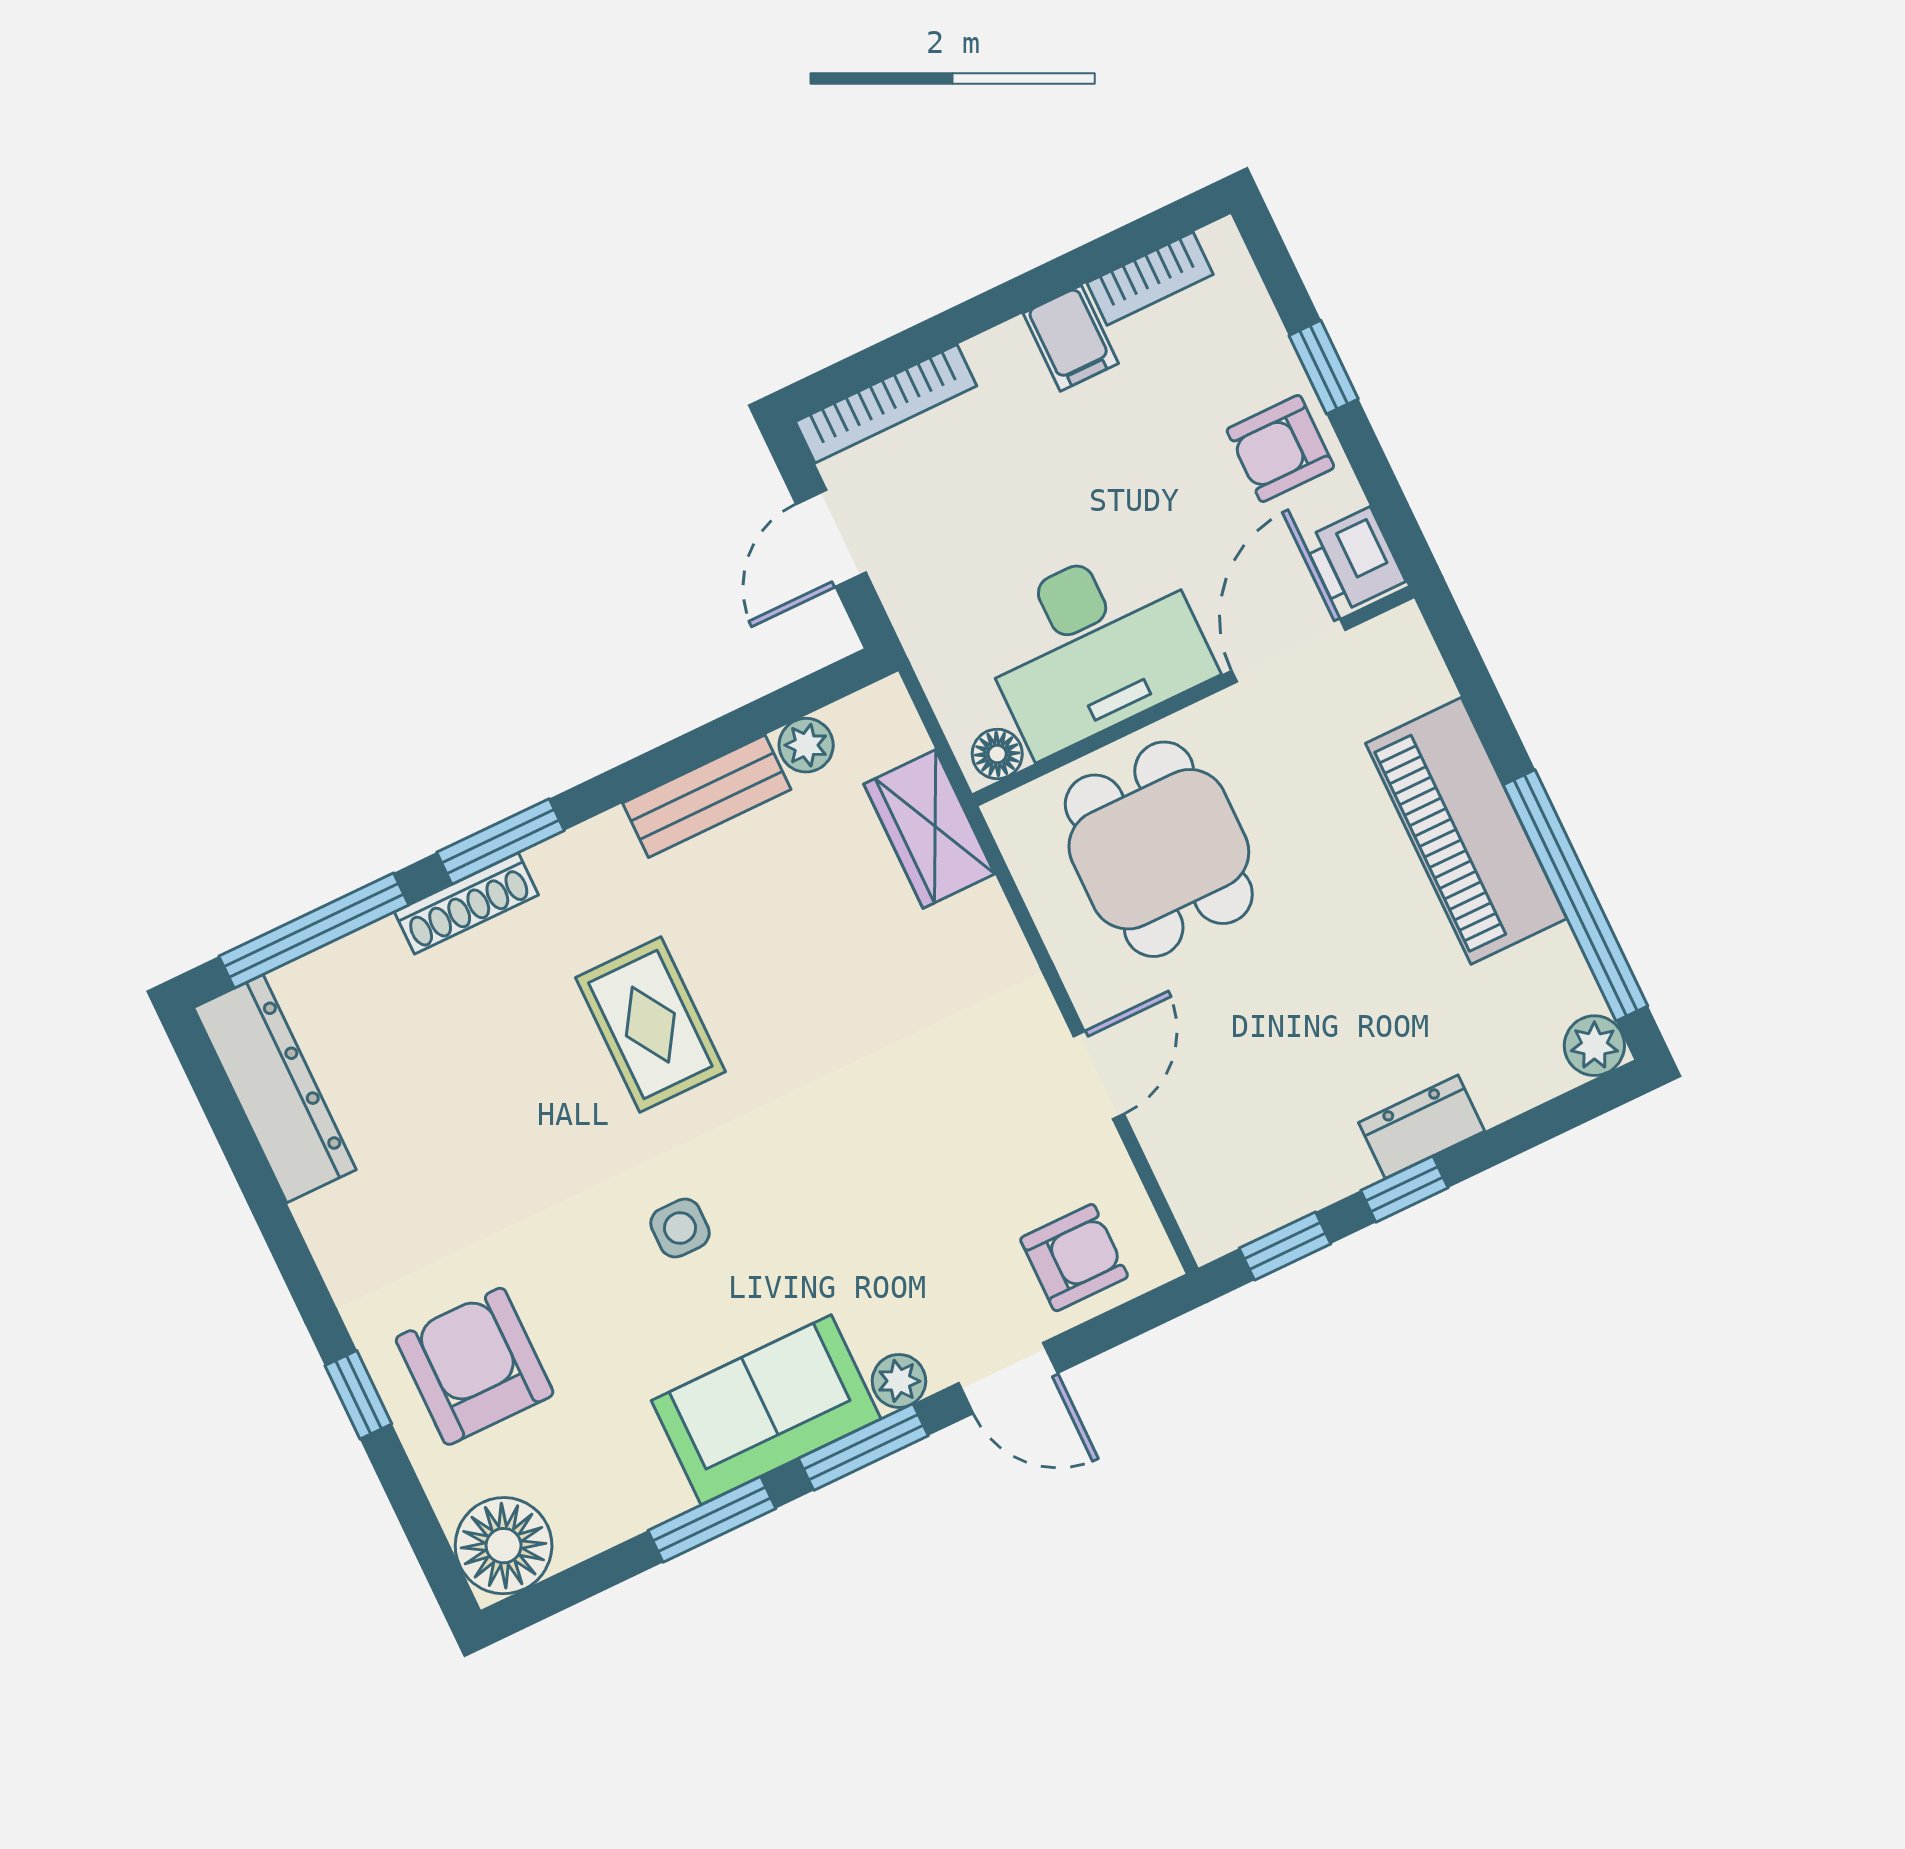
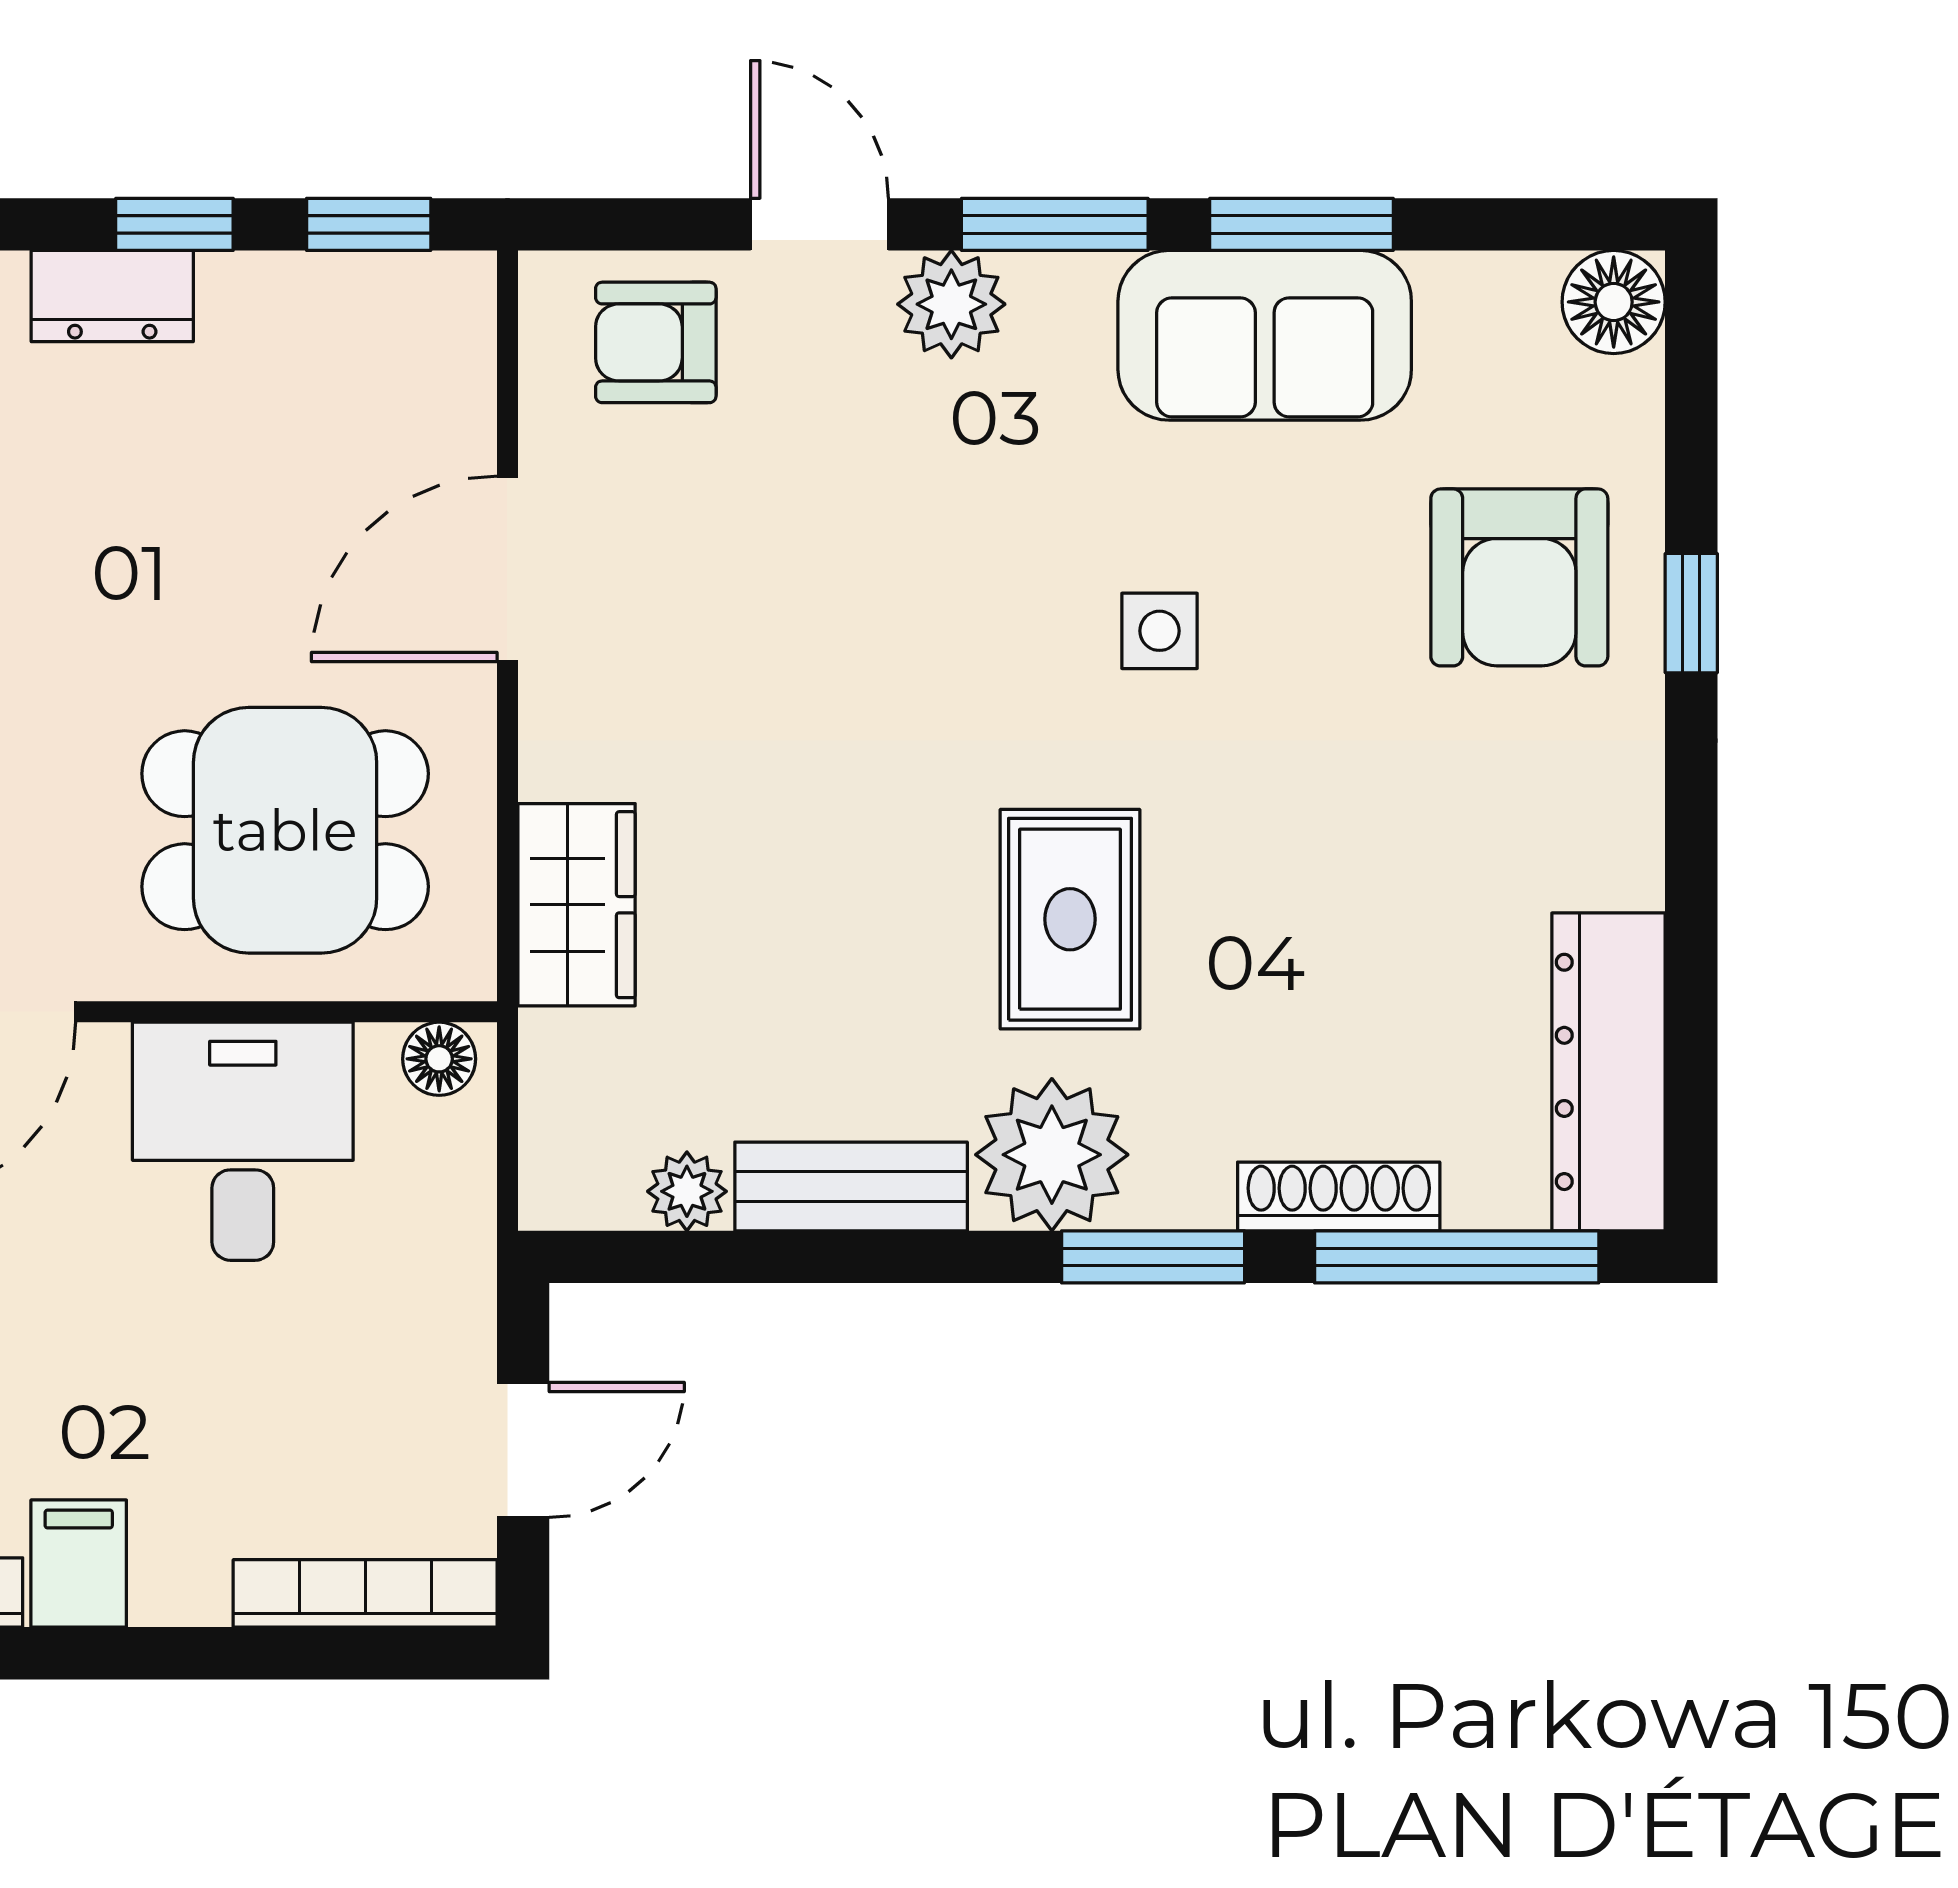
desk: (1094, 646) -> (243, 1141), width x0.73
wardrobe: (929, 829) -> (577, 905), moved
dining table: (1159, 849) -> (285, 830), turned 90
plant: (593, 875) -> (1052, 1155), added
shoe rack: (466, 903) -> (1339, 1196), moved
door: (1099, 1075) -> (507, 569), width x1.38
plant: (899, 1381) -> (951, 304), width x1.38, depth x1.38
sofa: (766, 1410) -> (1265, 335), moved
floor lamp: (504, 1546) -> (1614, 302), width x0.73, depth x0.73

